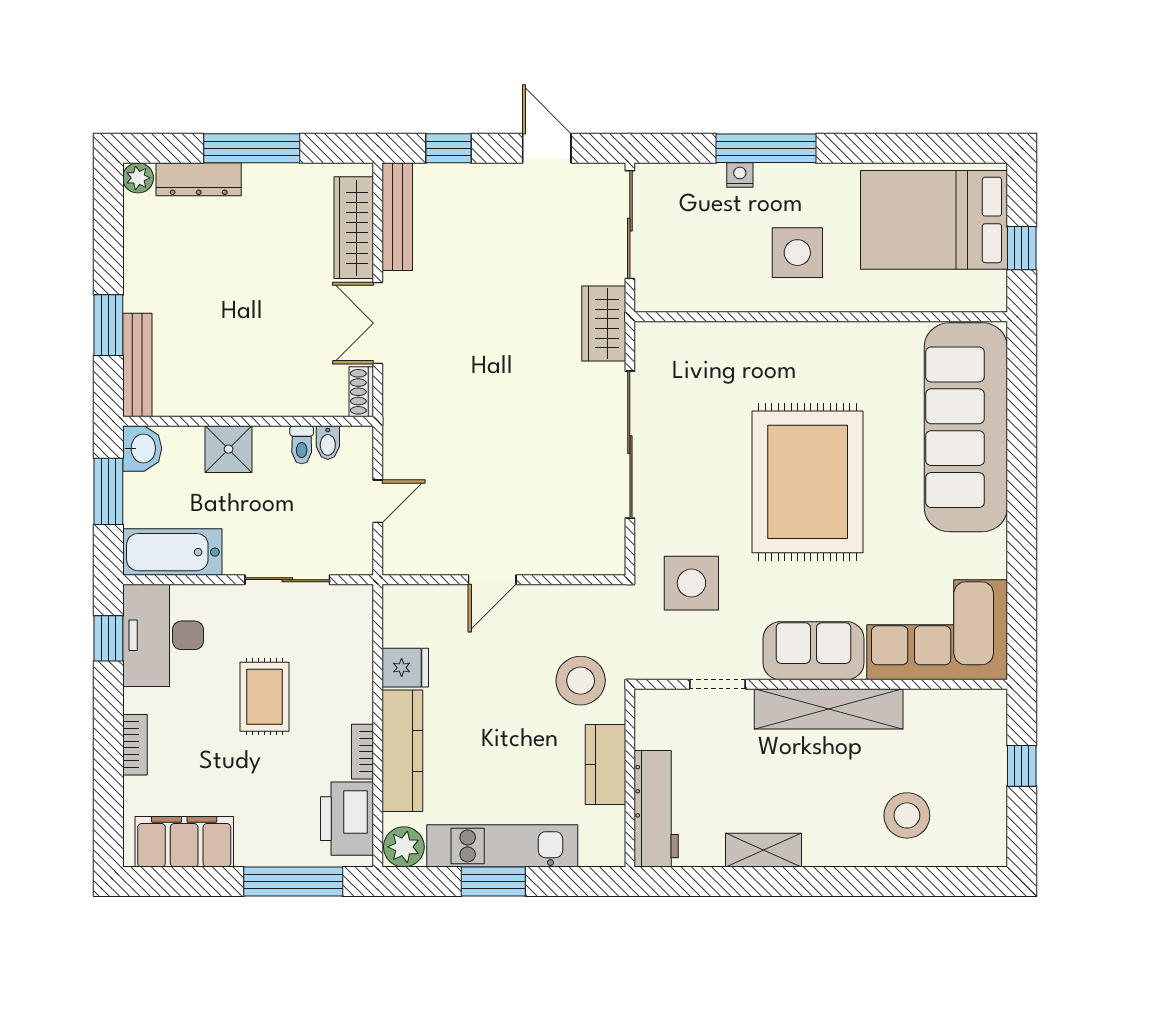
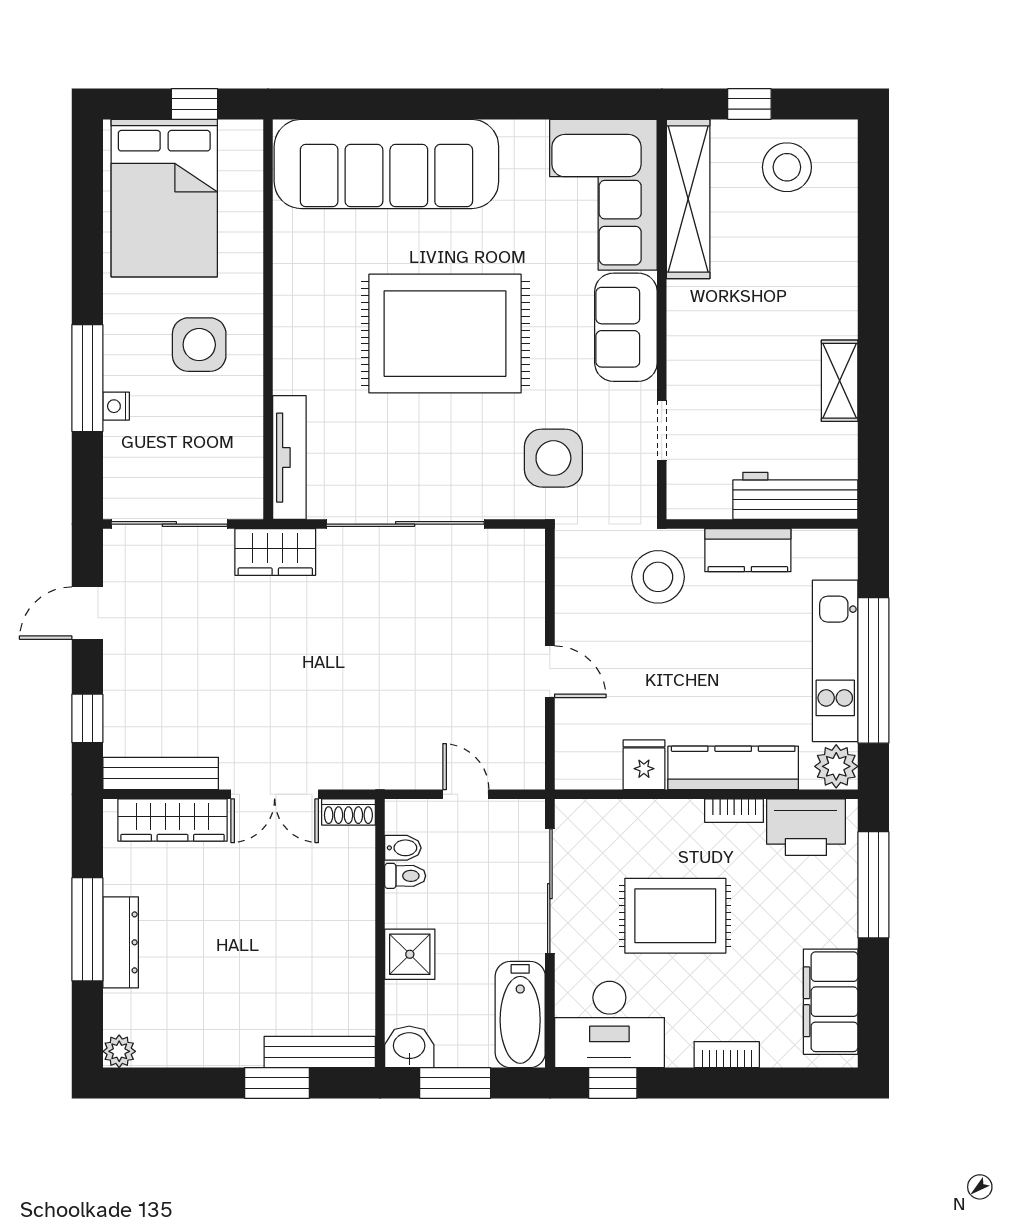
dresser: (199, 179) -> (121, 942), moved
tv unit: (692, 337) -> (289, 458), added
sliding door: (287, 580) -> (550, 891), width x1.37
rug: (264, 697) -> (675, 916), width x1.36, depth x1.43
shelving: (829, 709) -> (688, 199), moved
stool: (907, 815) -> (787, 167), moved
window: (493, 882) -> (873, 670), width x2.11

